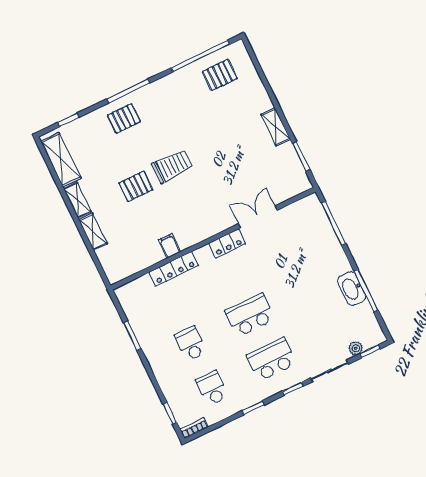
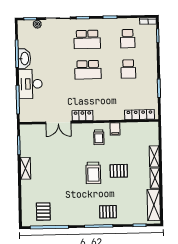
pallet: (220, 75) -> (43, 212), turned 90
trolley: (172, 166) -> (93, 173), turned -90
trolley: (188, 223) -> (99, 137), added
desk: (325, 255) -> (30, 84), added
locker: (174, 269) -> (139, 115), moved

